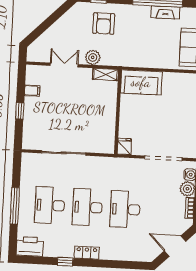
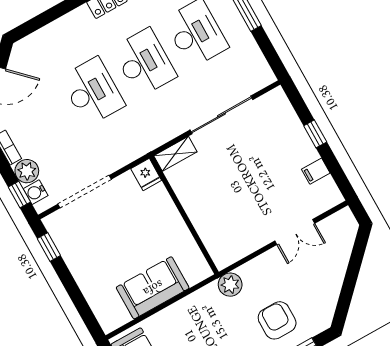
plant: (93, 57) -> (230, 285), moved
shelving: (106, 74) -> (175, 154), moved
sofa: (141, 82) -> (153, 288), moved

